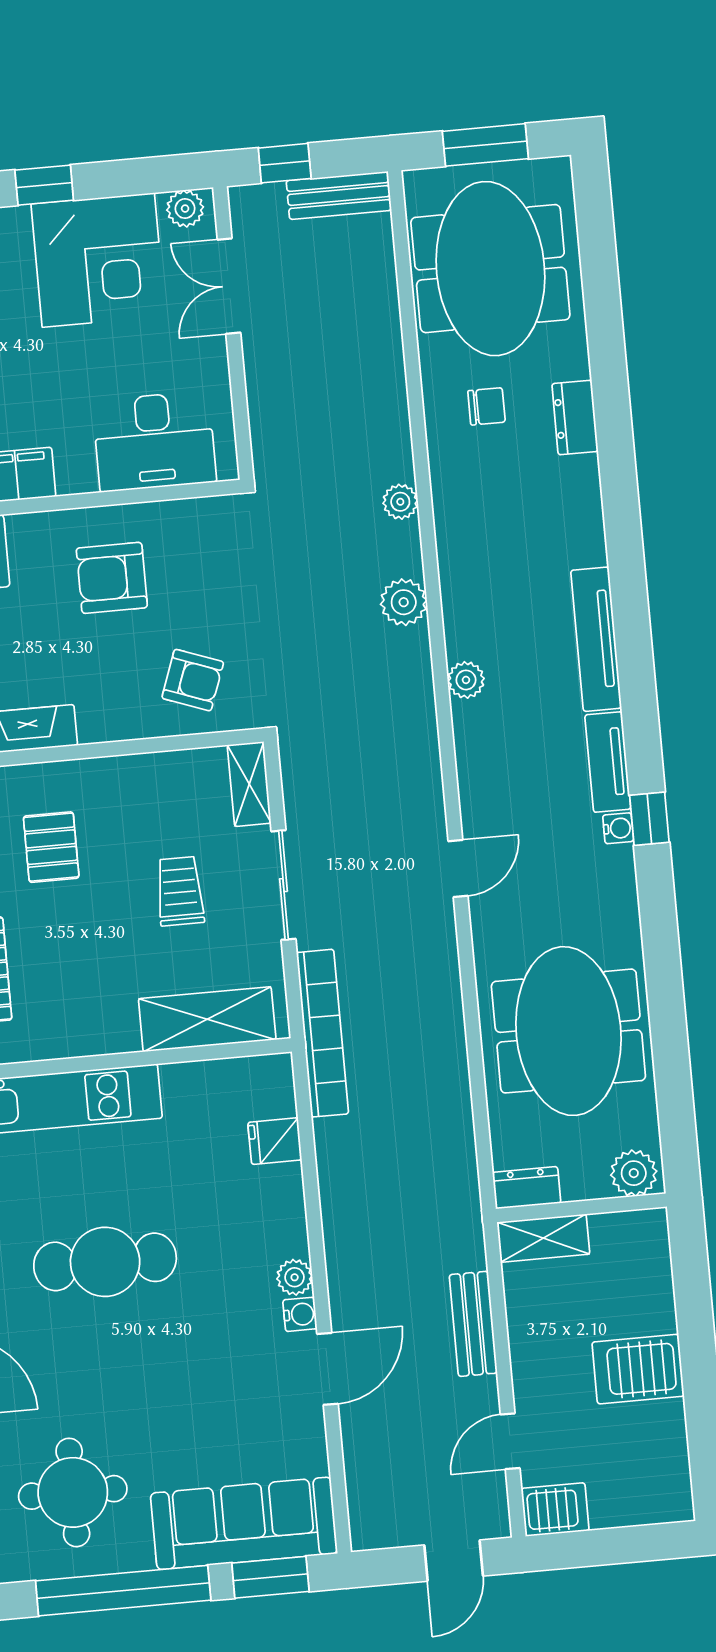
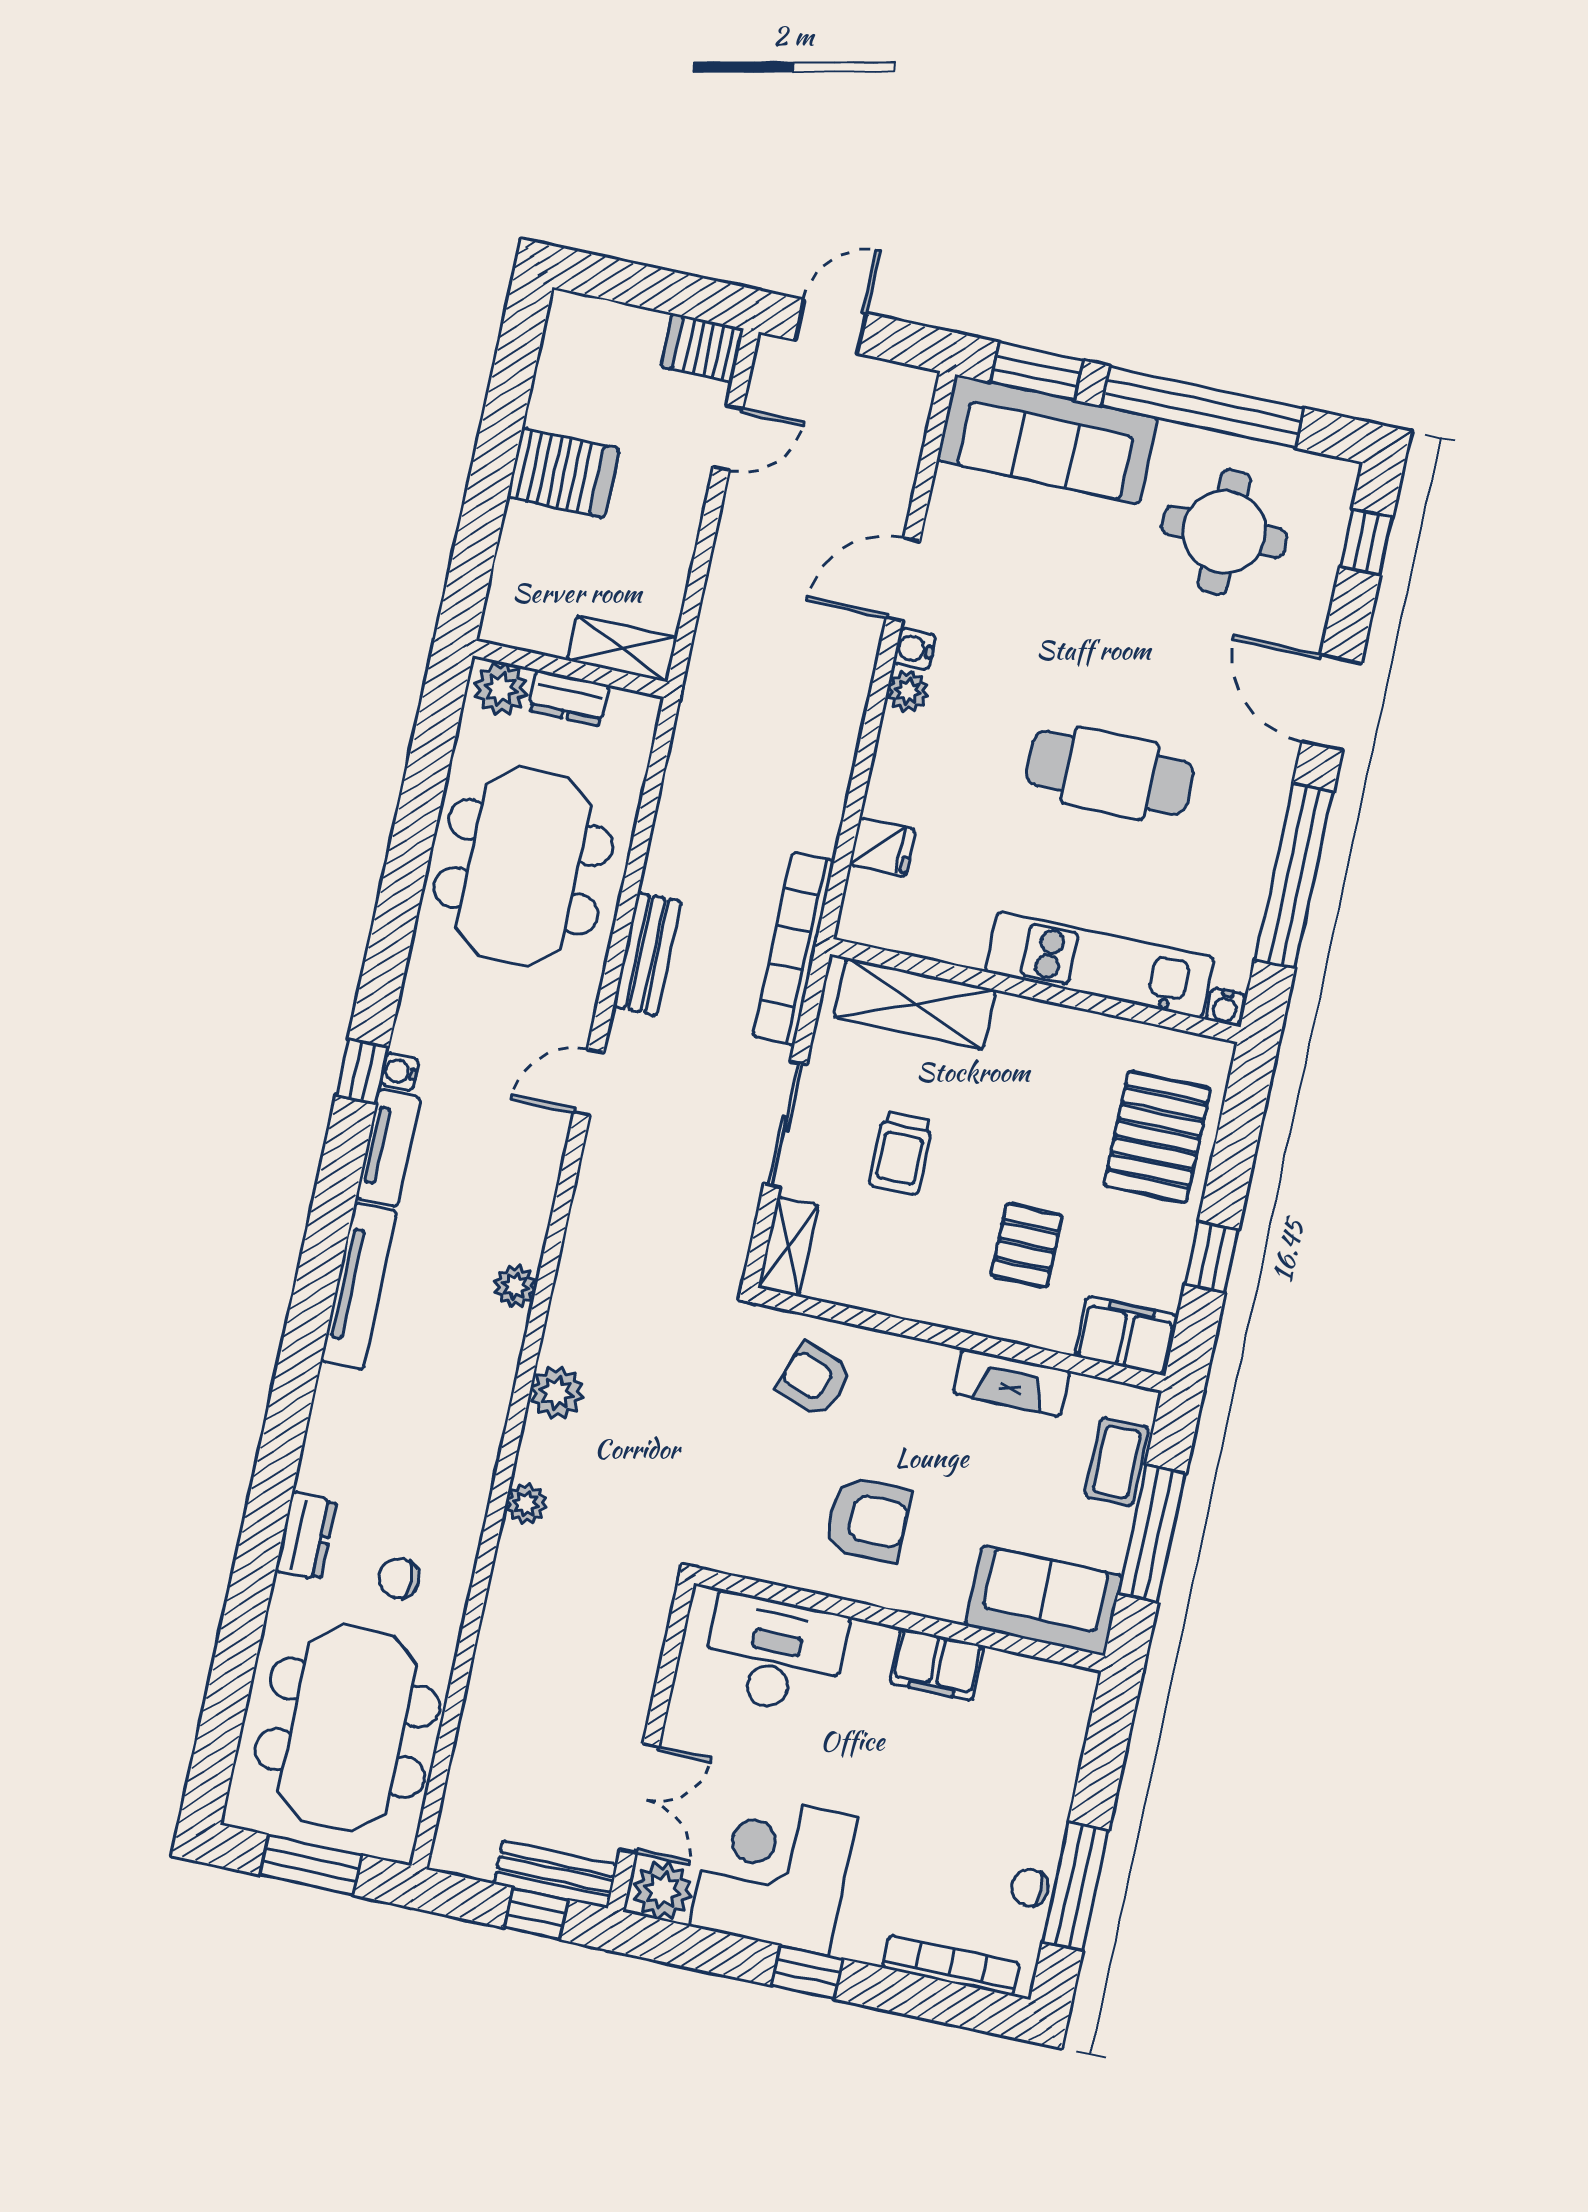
bench: (339, 195) -> (555, 1874), moved
plant: (185, 209) -> (663, 1891), width x1.38, depth x1.38
dresser: (527, 1188) -> (569, 698), moved
bench: (473, 1324) -> (647, 954), moved

